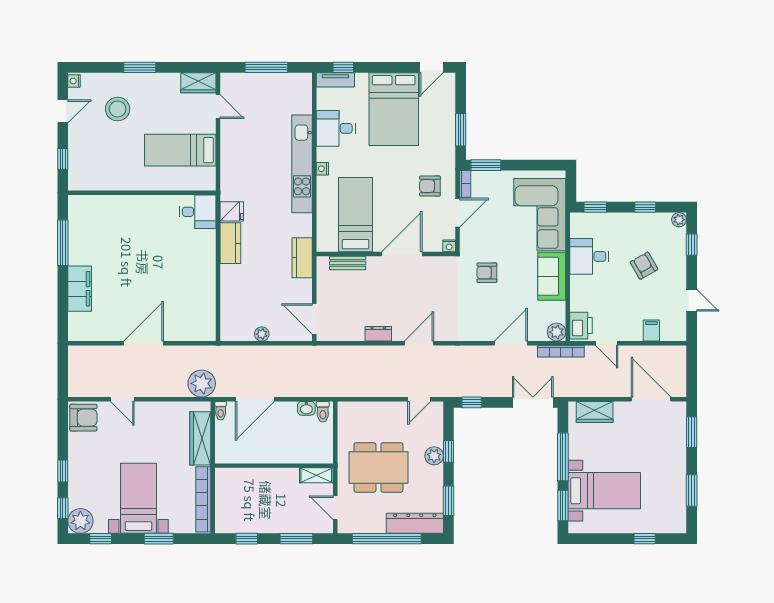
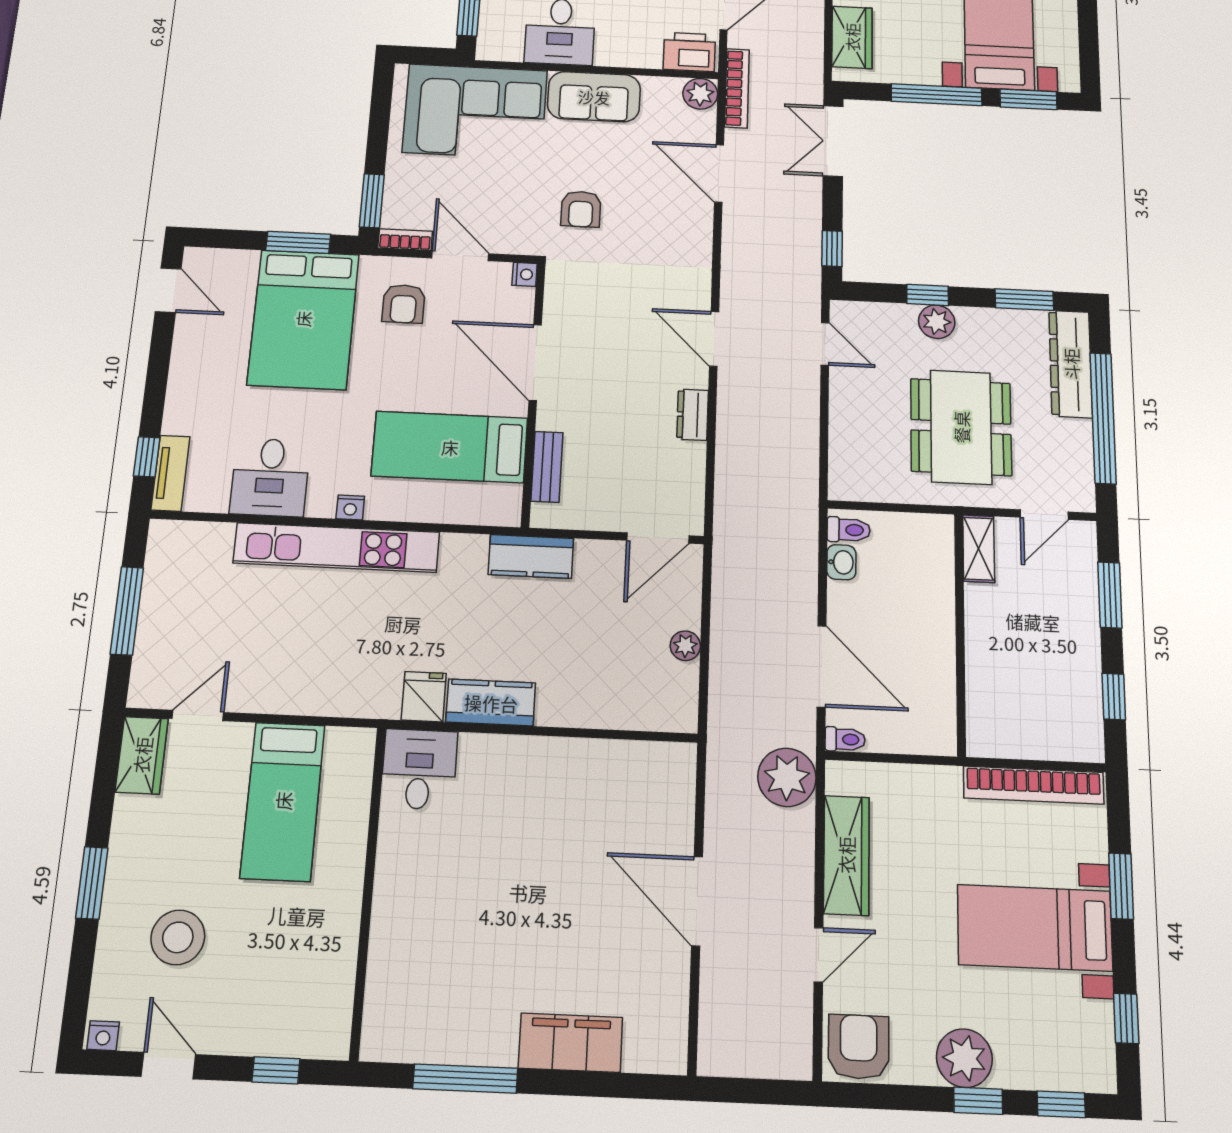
bed: (394, 109) -> (303, 319), moved, turned 90
wardrobe: (200, 438) -> (846, 855), moved, turned -90
plant: (80, 521) -> (964, 1058), moved

